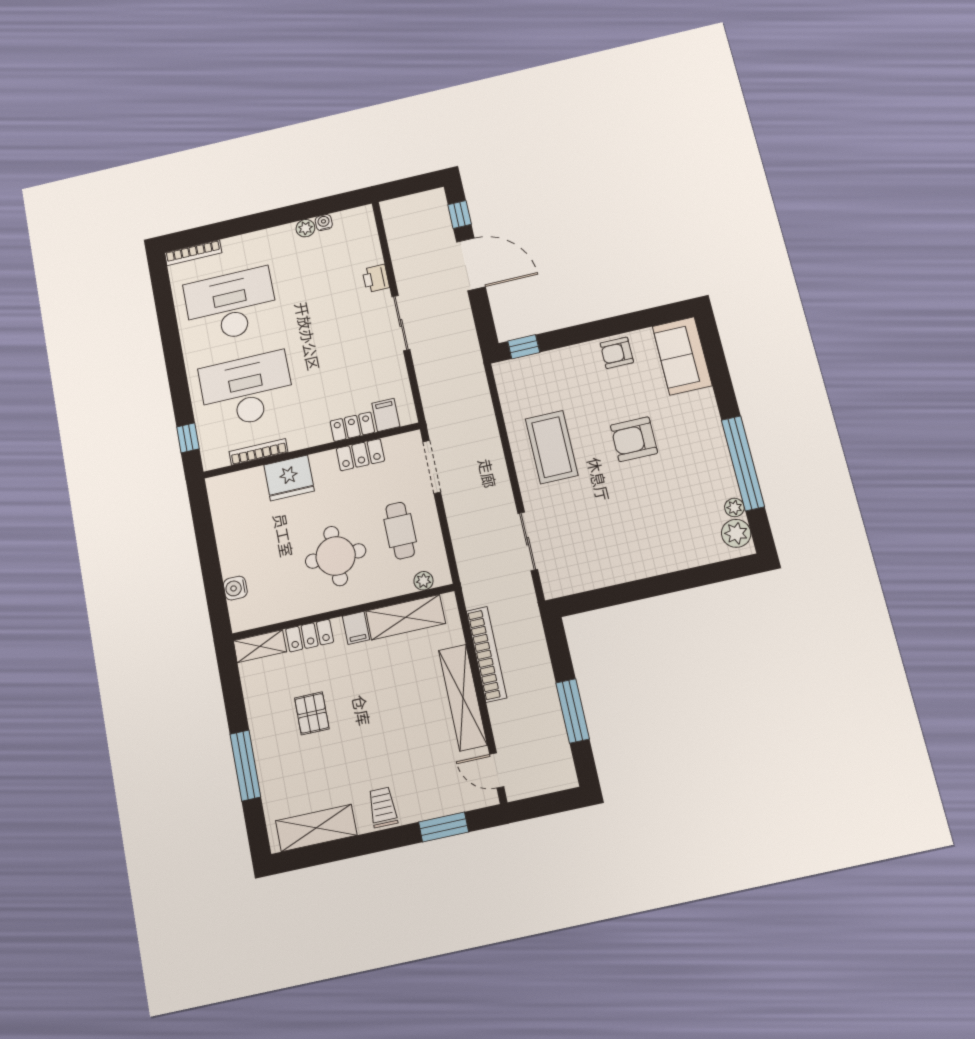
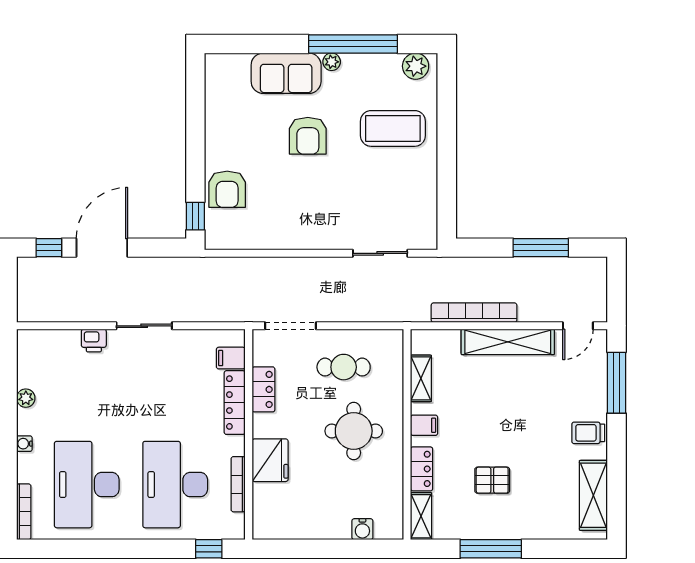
water cooler: (324, 223) -> (24, 444), moved
armchair: (617, 353) -> (227, 189), moved, width x1.38, depth x1.38
sofa: (682, 356) -> (286, 73), moved
locker: (352, 427) -> (235, 403), width x1.53
coffee table: (552, 447) -> (393, 128), moved
plant: (734, 508) -> (332, 62), moved
plant: (423, 581) -> (395, 355), removed
shelving: (406, 617) -> (421, 378), width x0.67, depth x0.75
window: (245, 765) -> (491, 549), moved
window: (443, 827) -> (616, 383), width x1.44

